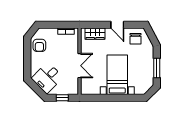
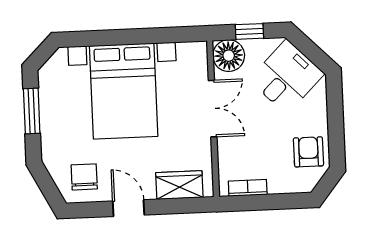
double door: (79, 66) -> (213, 109), swing flipped
bed with nightstands: (117, 75) -> (124, 91), width x1.36
floor lamp: (72, 88) -> (229, 56), added

